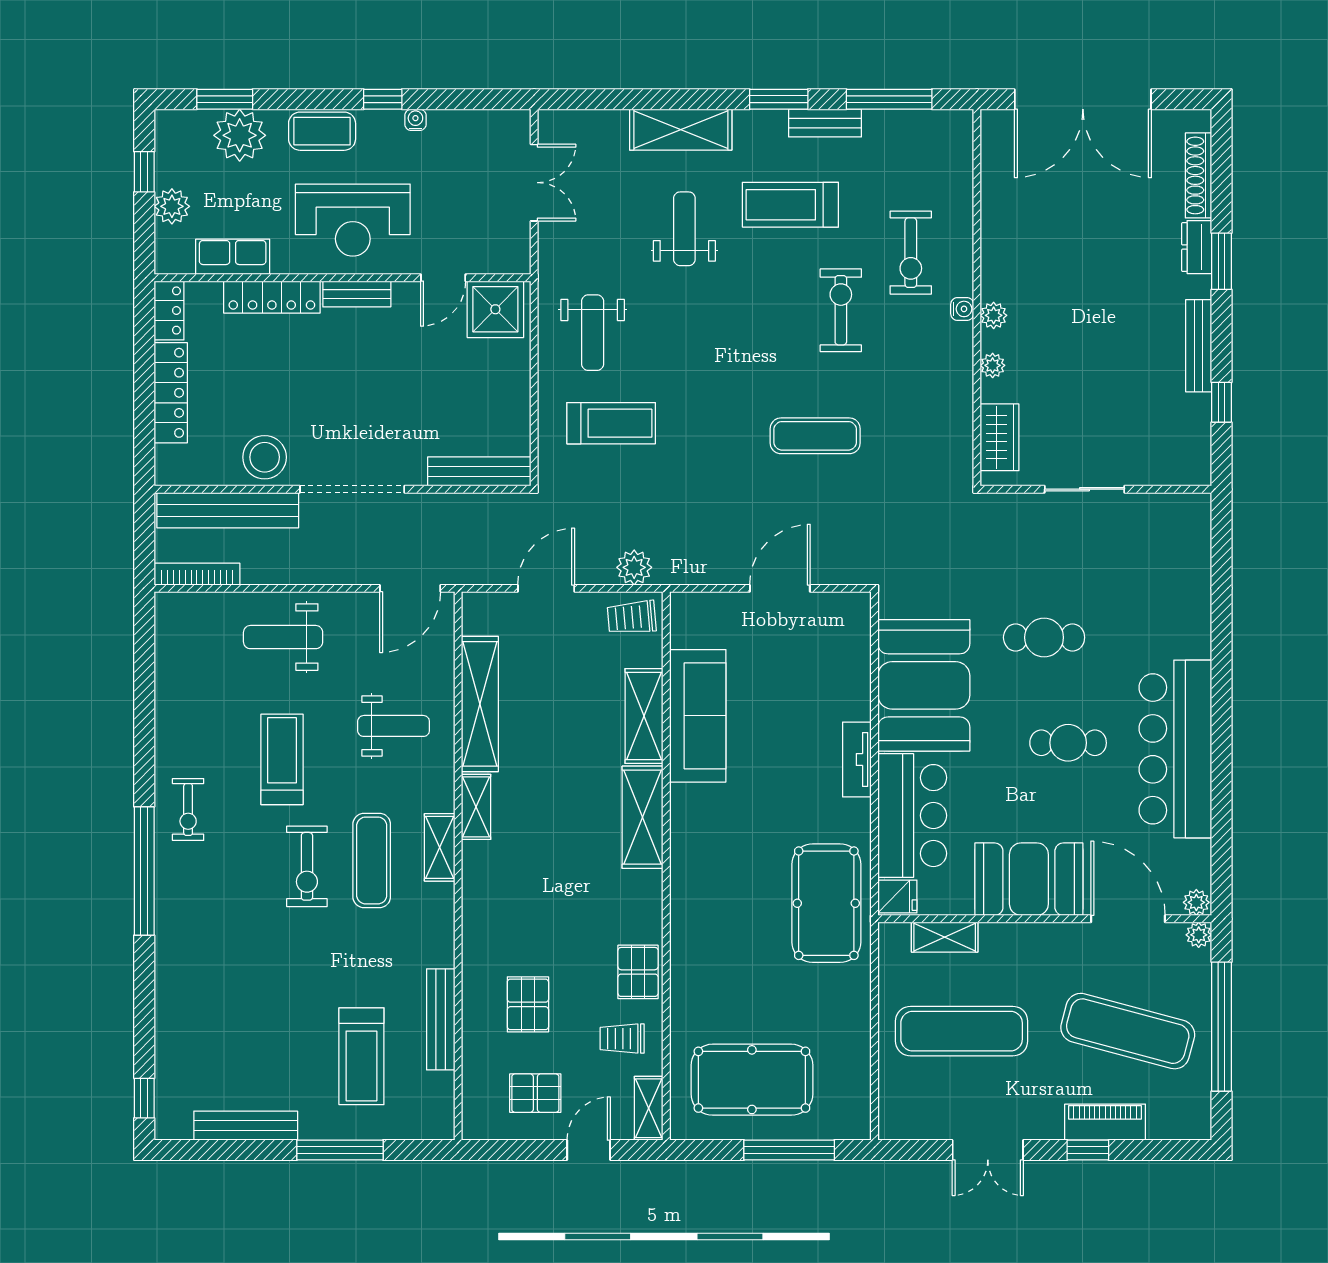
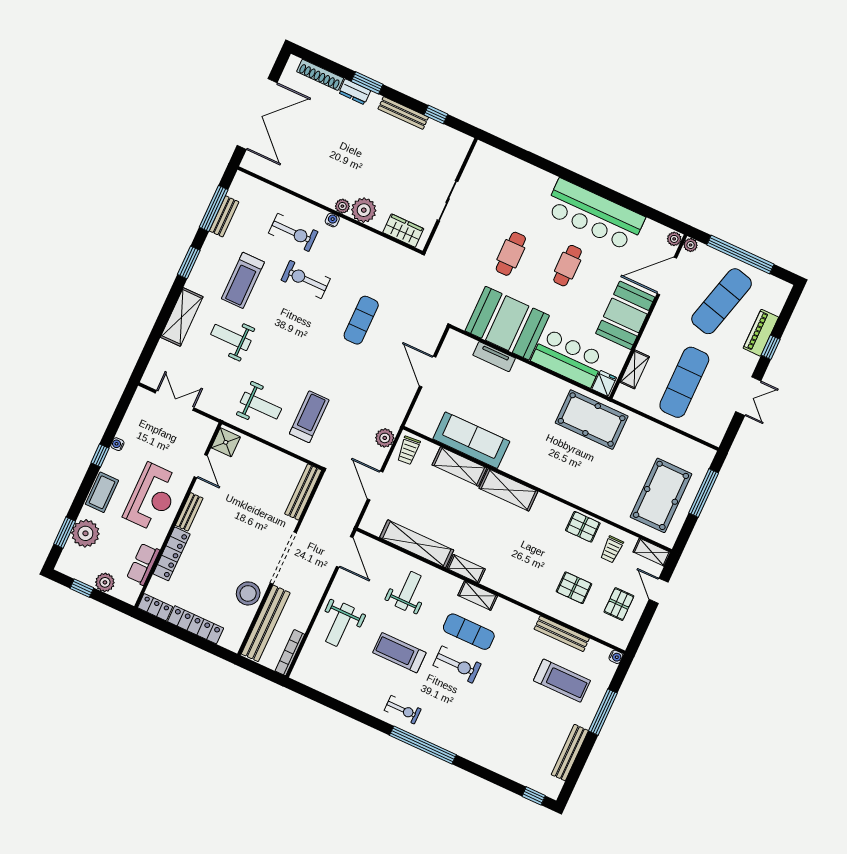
bench: (825, 123) -> (224, 216), moved
shower: (495, 309) -> (226, 442), width x0.73, depth x0.73
plant: (993, 365) -> (364, 210), width x1.88, depth x1.88
tv unit: (857, 759) -> (494, 357), moved
water cooler: (444, 1129) -> (616, 657), added

